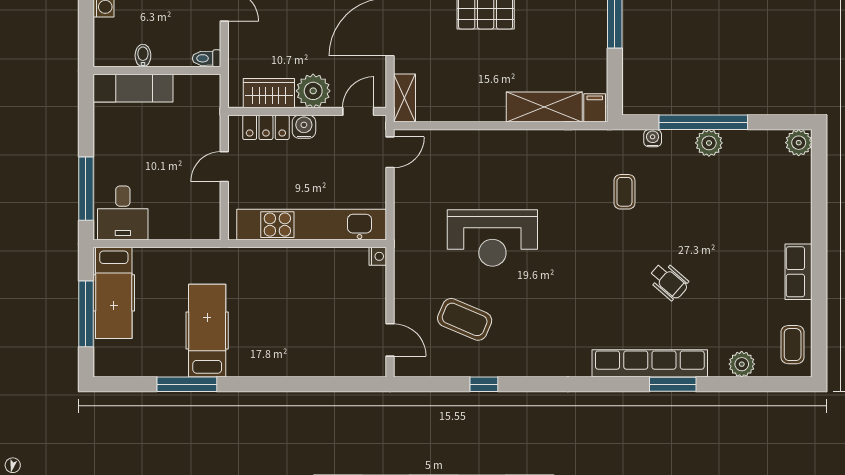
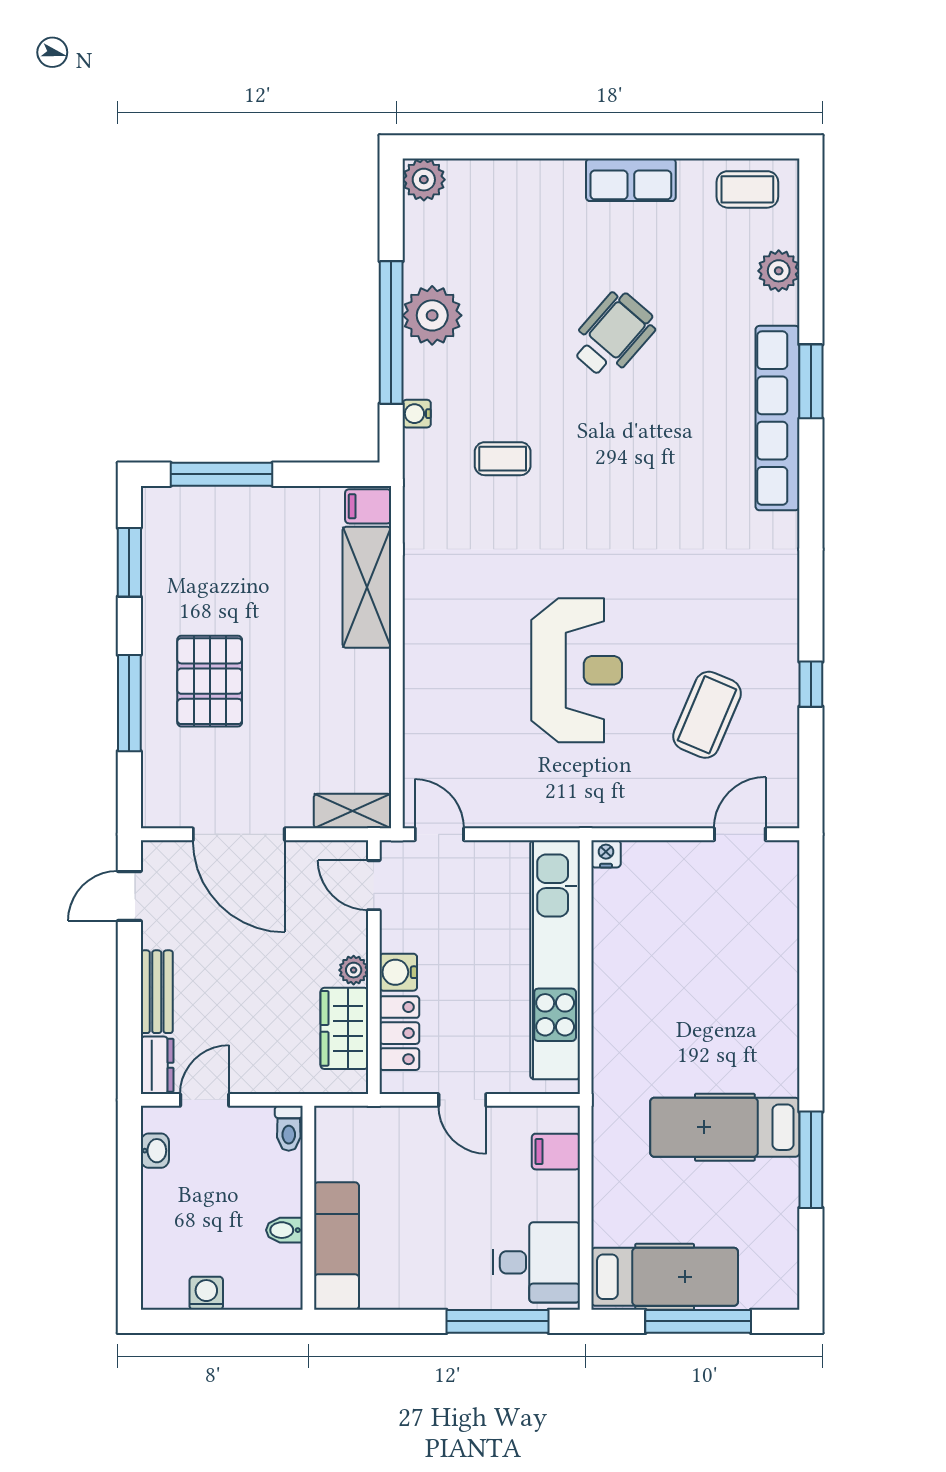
plant: (313, 91) -> (354, 970), width x0.53, depth x0.53
plant: (709, 143) -> (432, 315), width x1.36, depth x1.36
filing cabinet: (192, 225) -> (556, 1152), added
wheelchair: (669, 281) -> (613, 335), moved, width x1.36, depth x1.37

